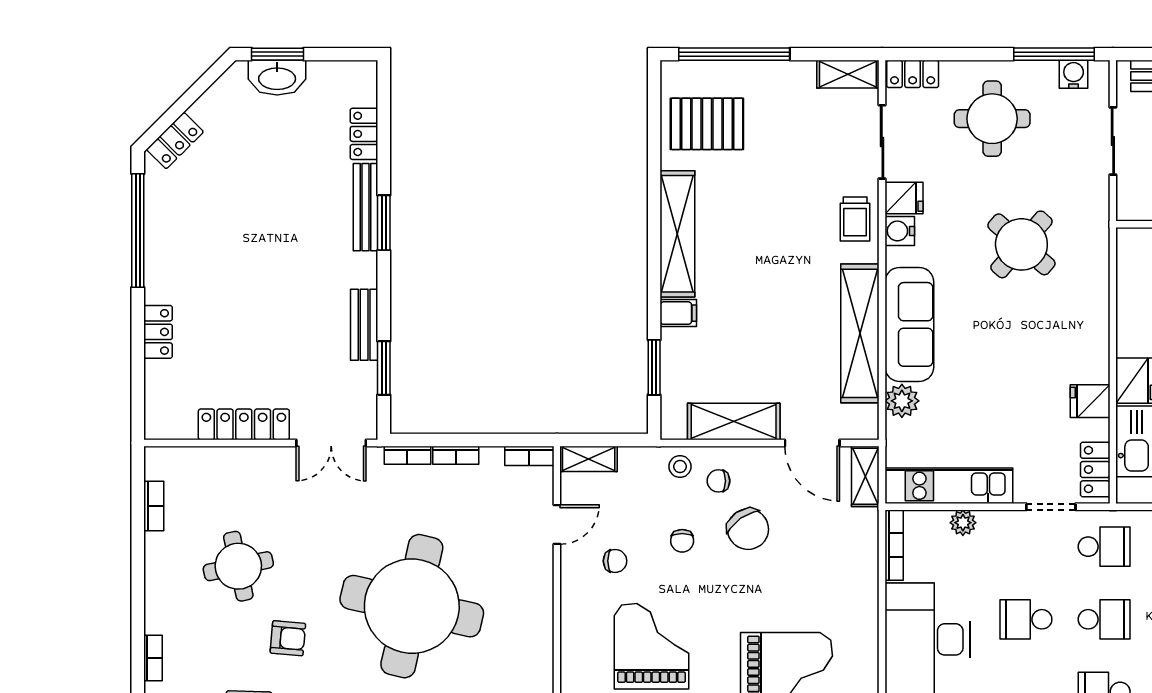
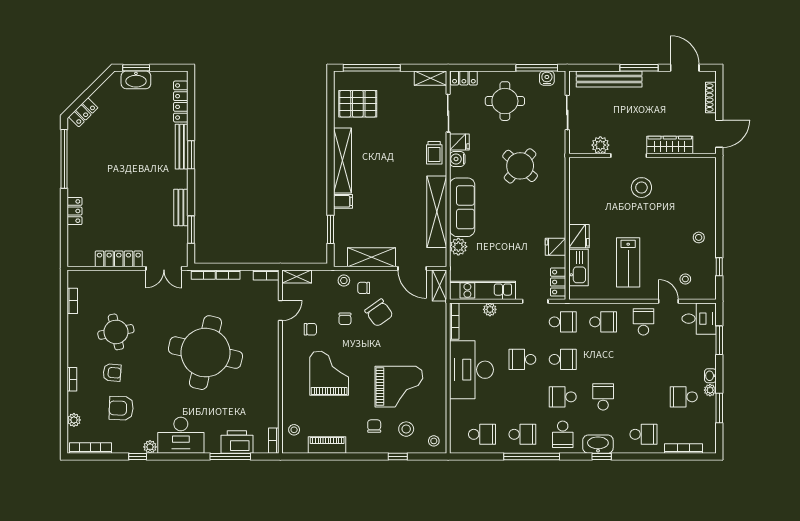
locker: (364, 134) -> (181, 102), width x1.53
armchair: (288, 638) -> (112, 373), moved

